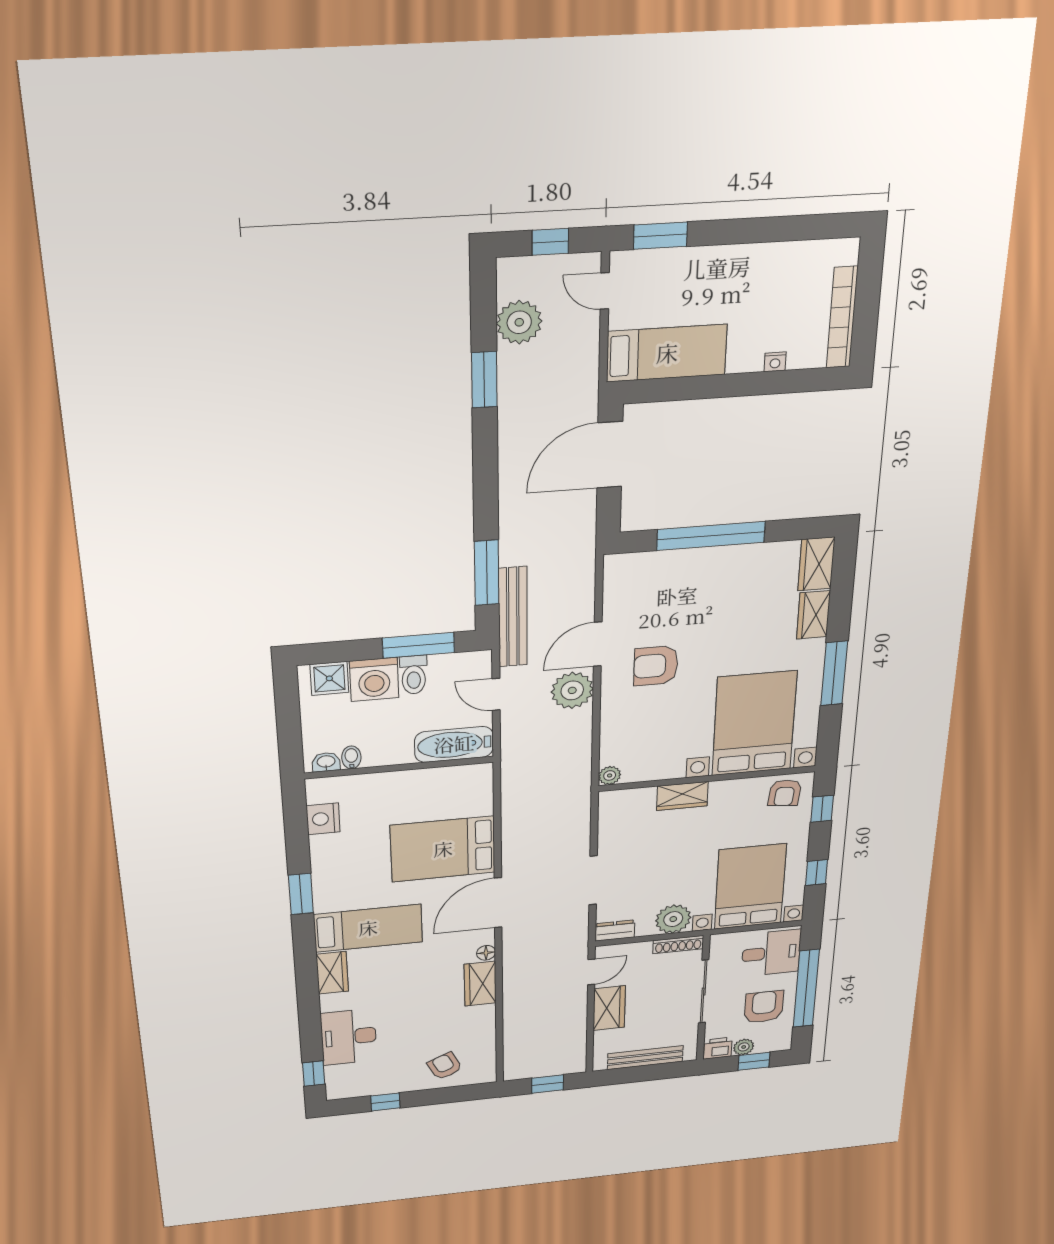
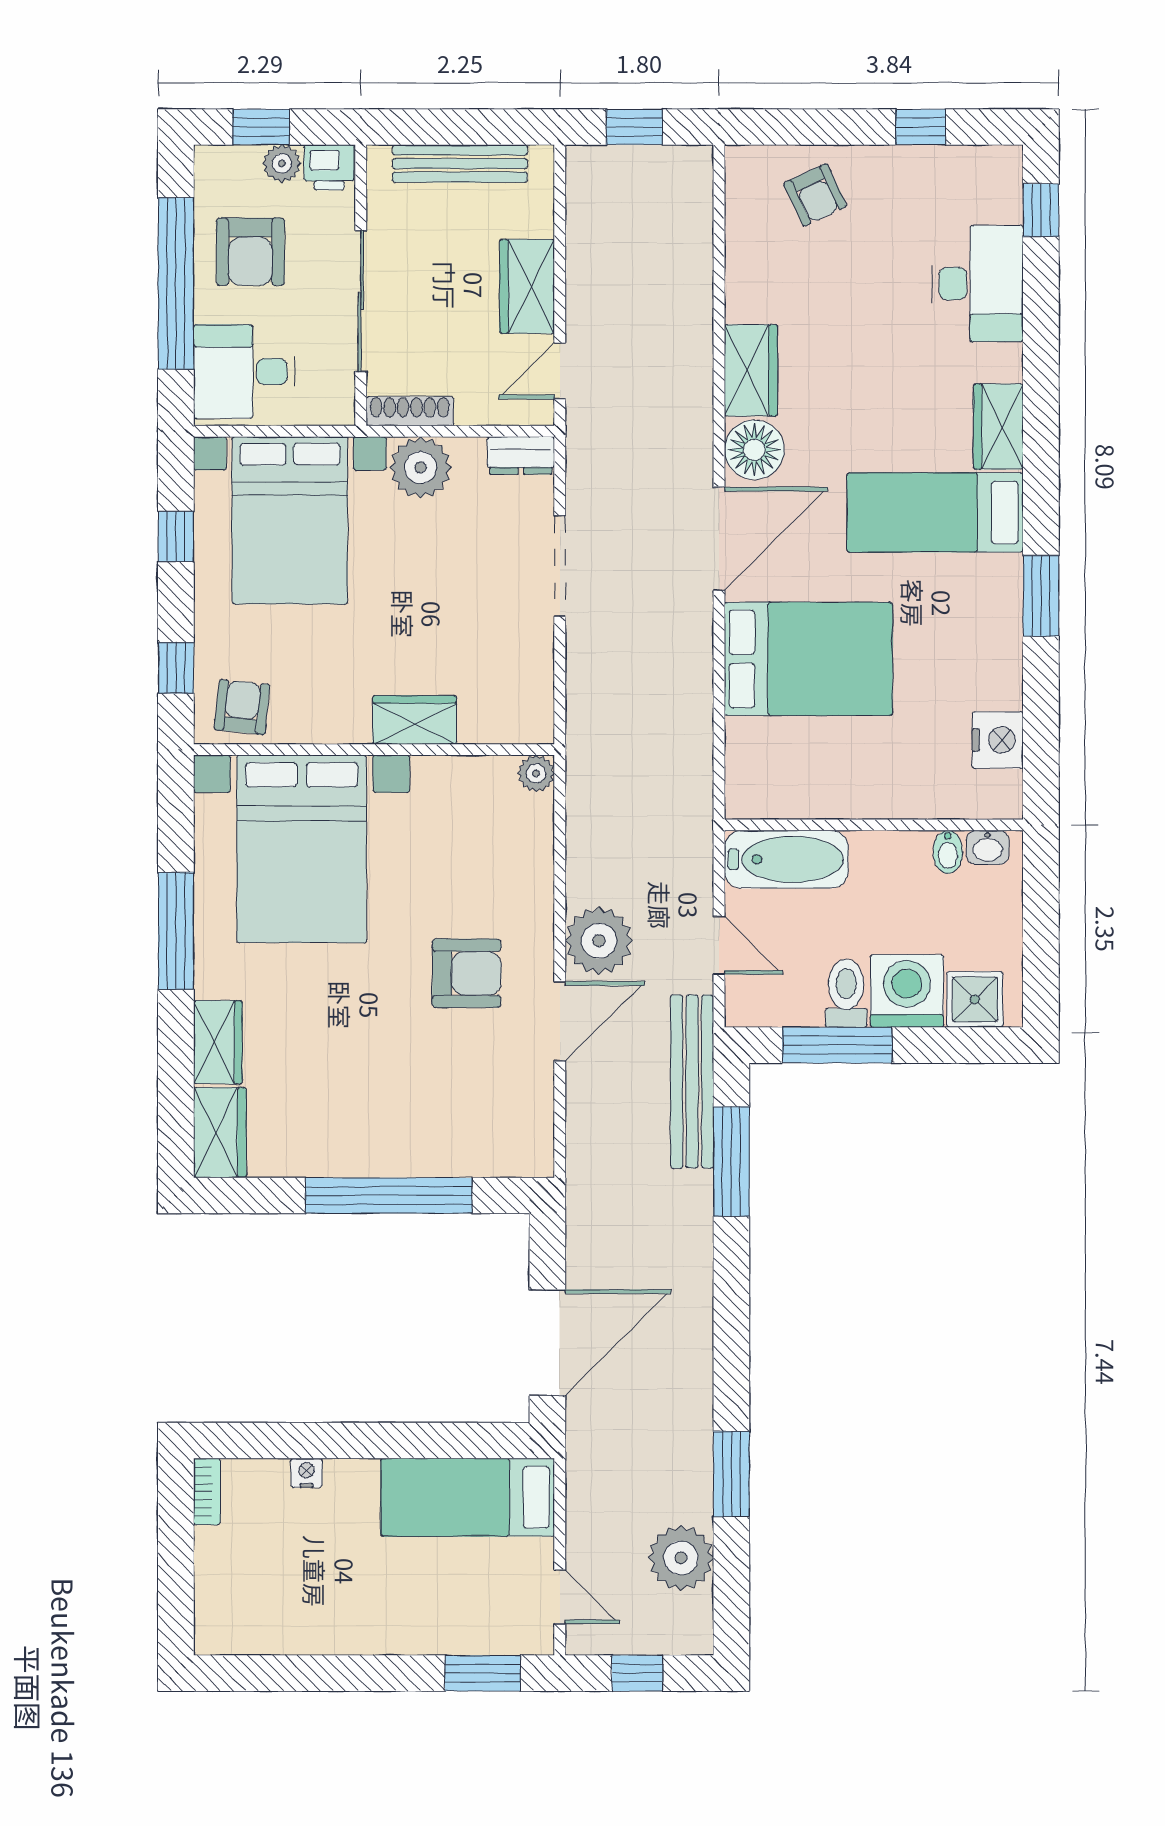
bookcase: (842, 317) -> (207, 1491), width x0.43, depth x0.76
floor lamp: (486, 953) -> (754, 450), width x1.89, depth x1.89

